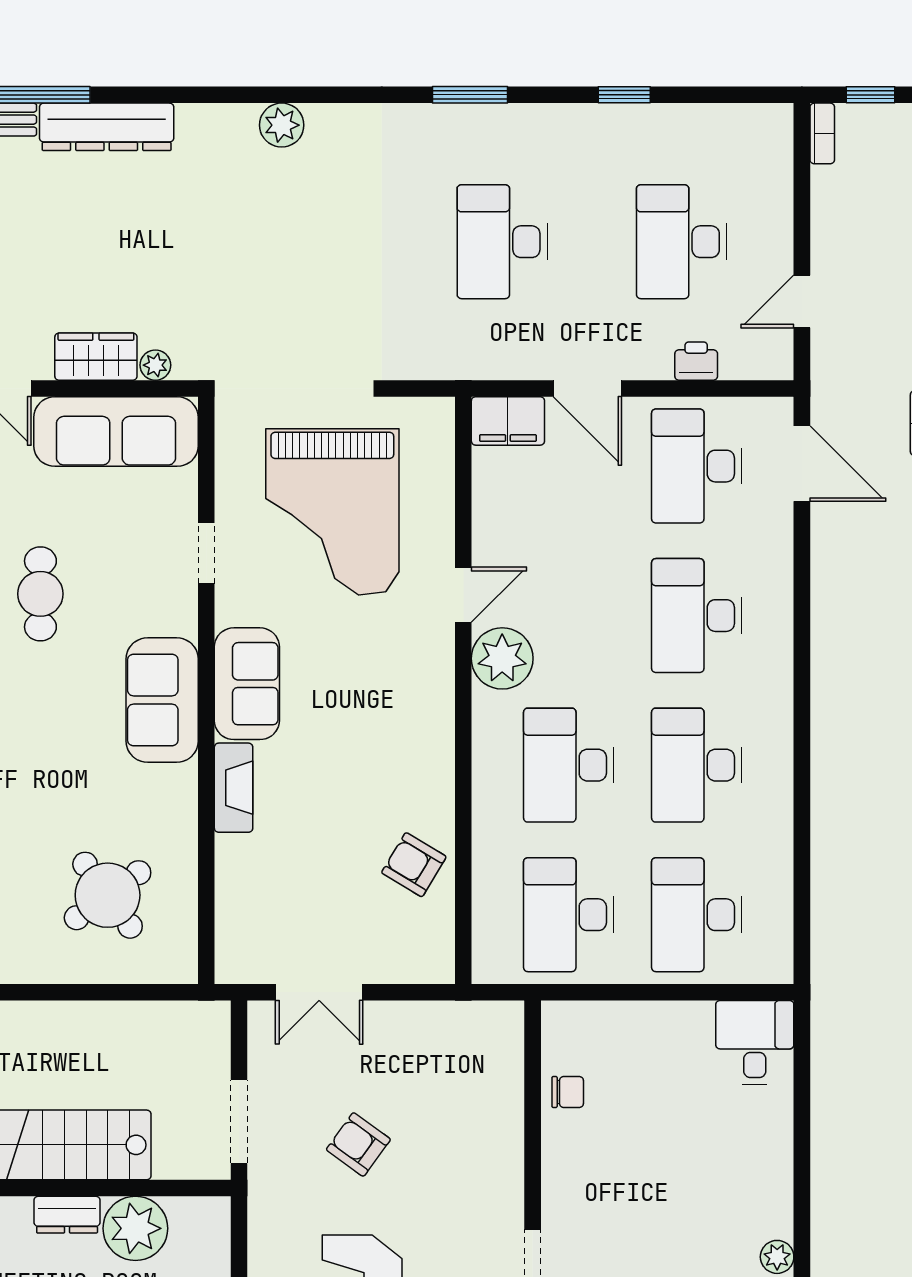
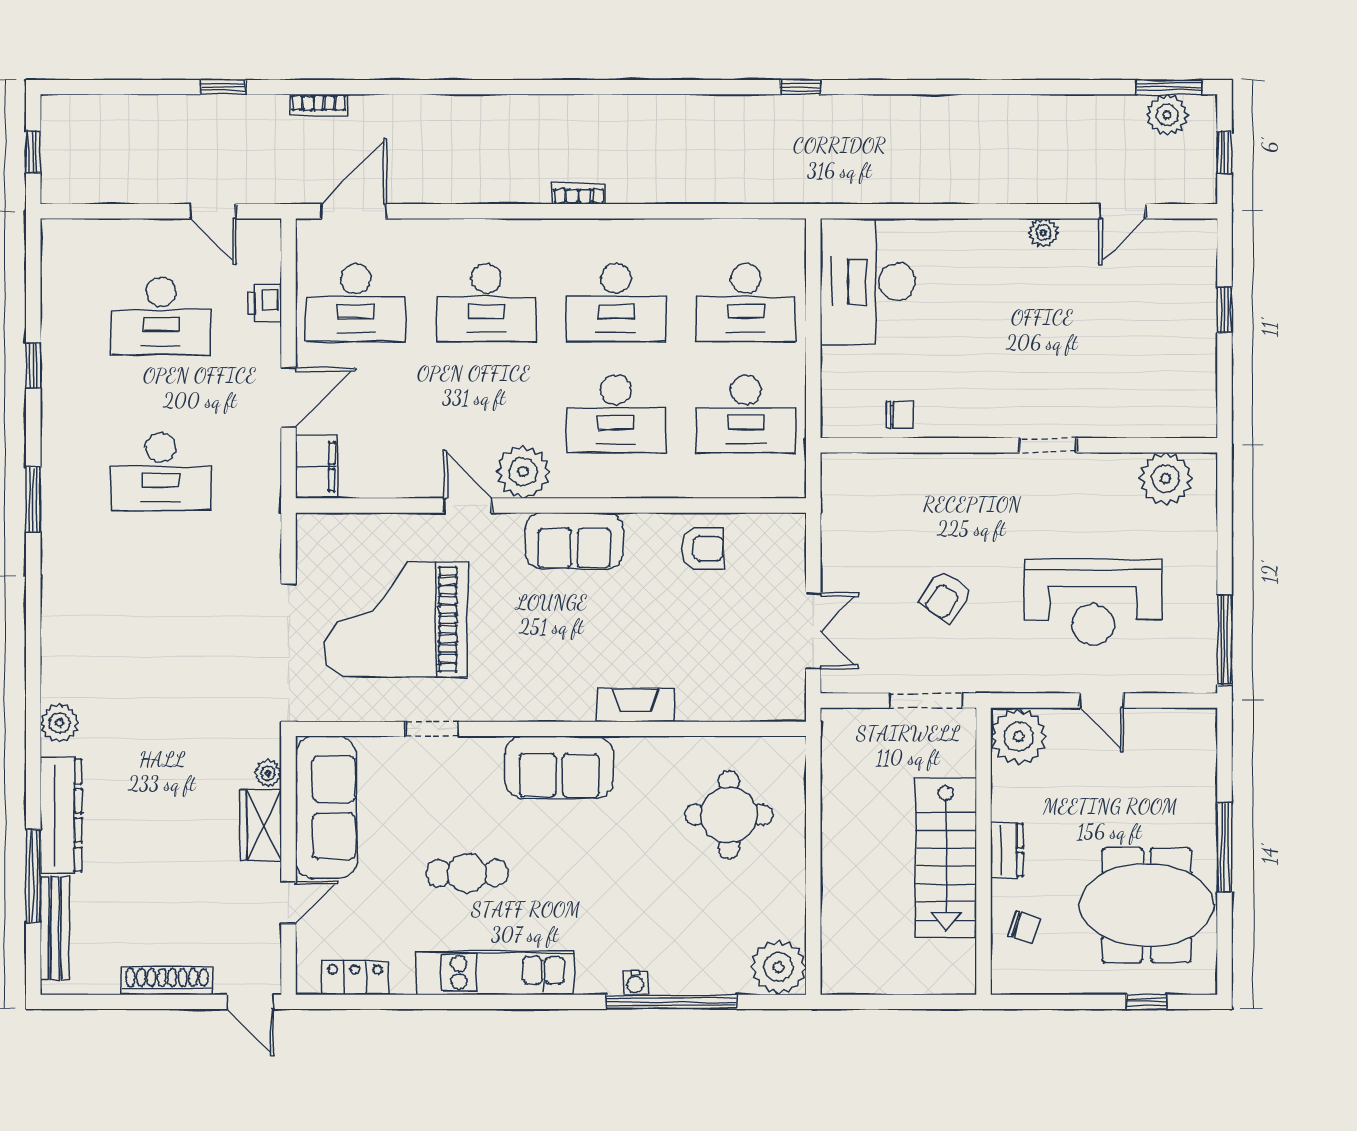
plant: (282, 125) -> (59, 723), moved
bookcase: (822, 133) -> (579, 194), moved
grand piano: (332, 512) -> (396, 619), turned 180
sofa: (247, 684) -> (574, 541), moved, turned 180
armchair: (414, 865) -> (702, 548), turned -121
round table: (108, 895) -> (729, 815), turned 36
desk: (755, 1042) -> (868, 282), width x1.87, depth x1.30
chair: (568, 1092) -> (900, 415), turned 90
plant: (135, 1228) -> (1019, 736), moved

